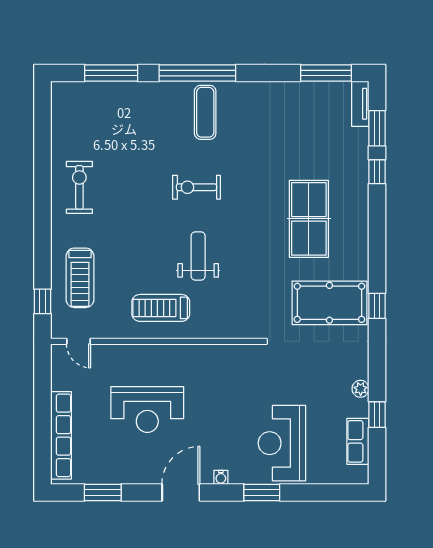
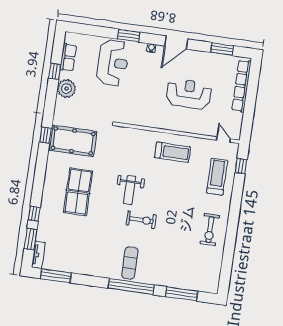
weight bench: (198, 256) -> (130, 190), moved
plant: (361, 389) -> (66, 89), width x1.88, depth x1.88

